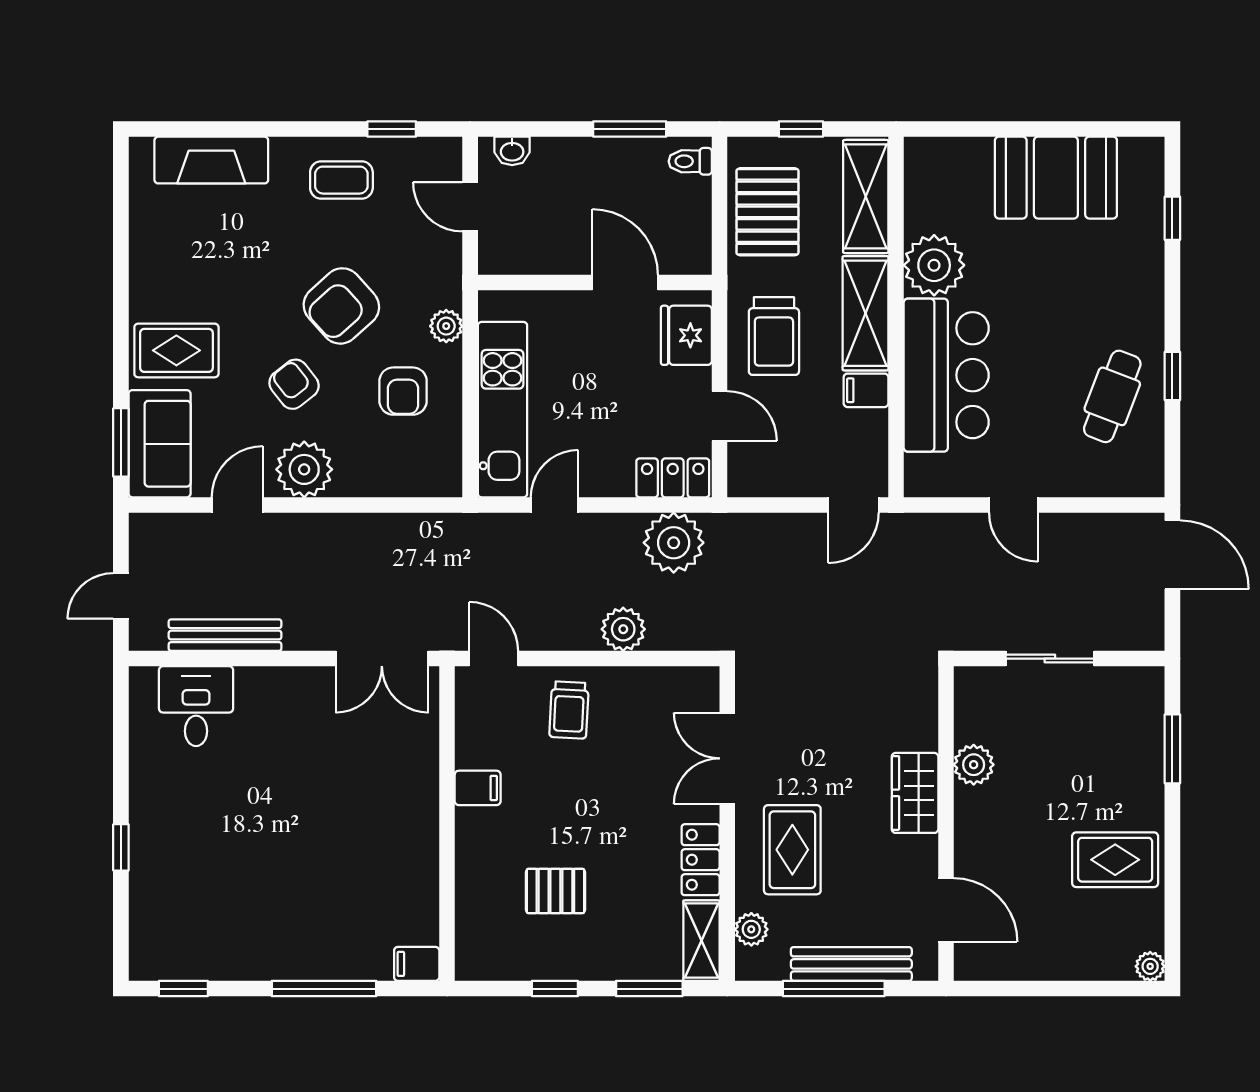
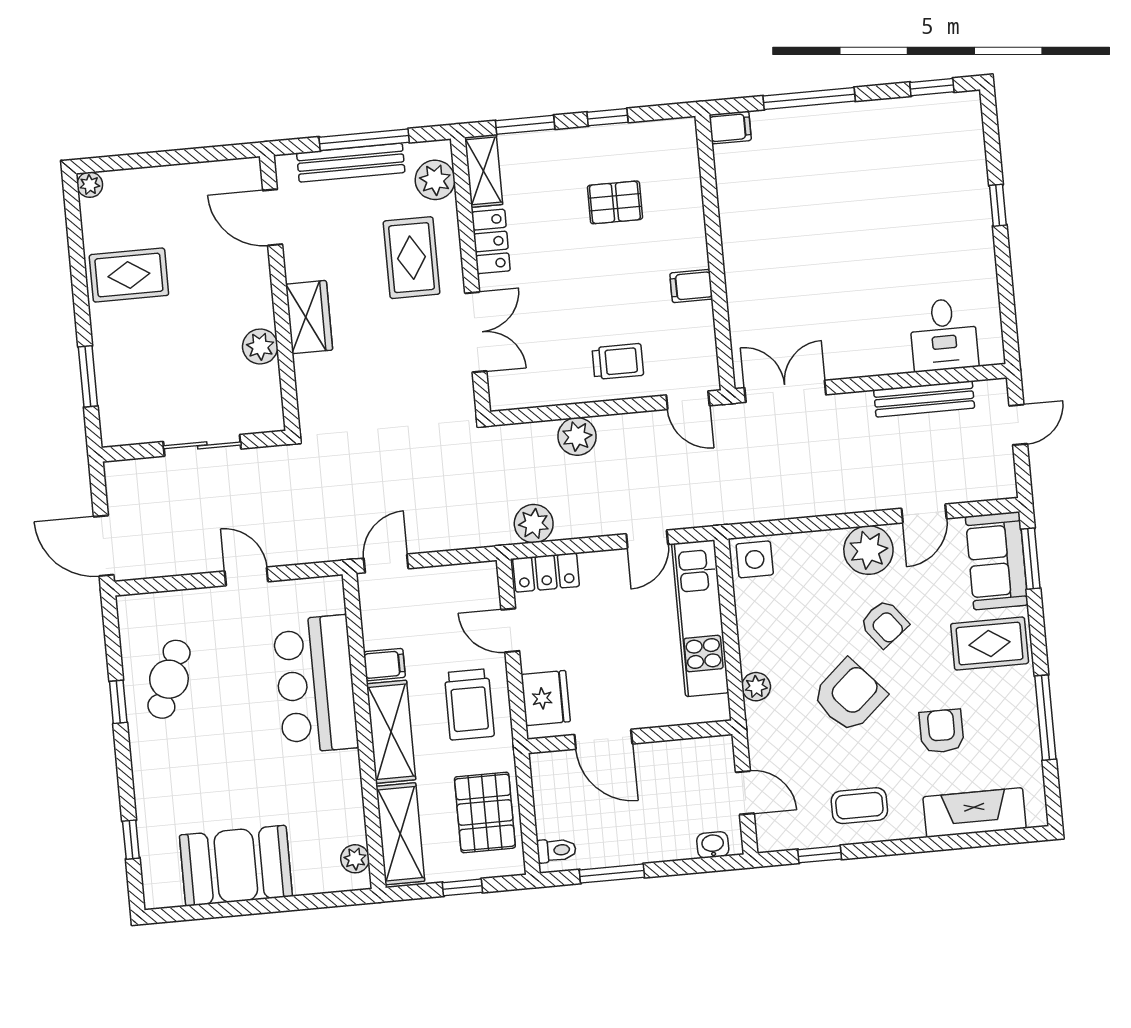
window: (121, 260) -> (1045, 718), added
plant: (934, 265) -> (355, 859), moved, width x0.53, depth x0.53
trolley: (774, 336) -> (469, 704), turned 180
armchair: (403, 391) -> (942, 731), moved
side table: (434, 471) -> (755, 559), added
plant: (674, 543) -> (534, 524), width x0.73, depth x0.73
trolley: (569, 710) -> (618, 361), turned 87
plant: (751, 929) -> (435, 180), width x1.38, depth x1.38

